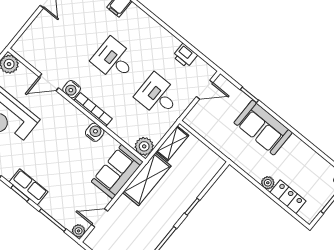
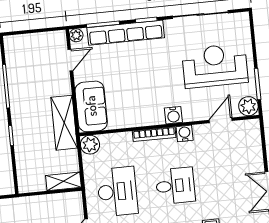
door: (49, 82) -> (221, 120), moved
desk: (158, 96) -> (117, 191), width x1.37
water cooler: (95, 132) -> (173, 115), moved
shelving: (172, 143) -> (63, 181), moved, turned 90
row of seats: (28, 187) -> (126, 33), width x2.02

